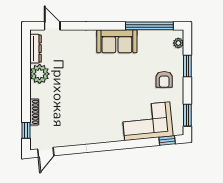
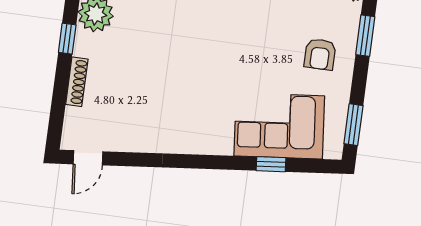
window: (26, 130) -> (67, 39), moved
window: (167, 140) -> (271, 164), moved

